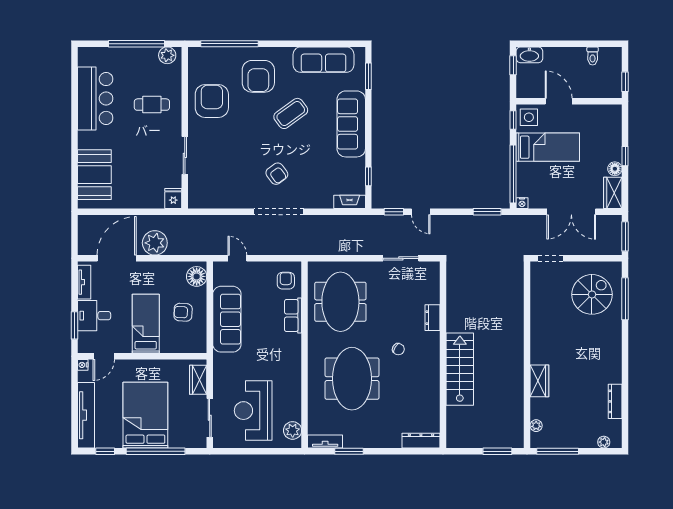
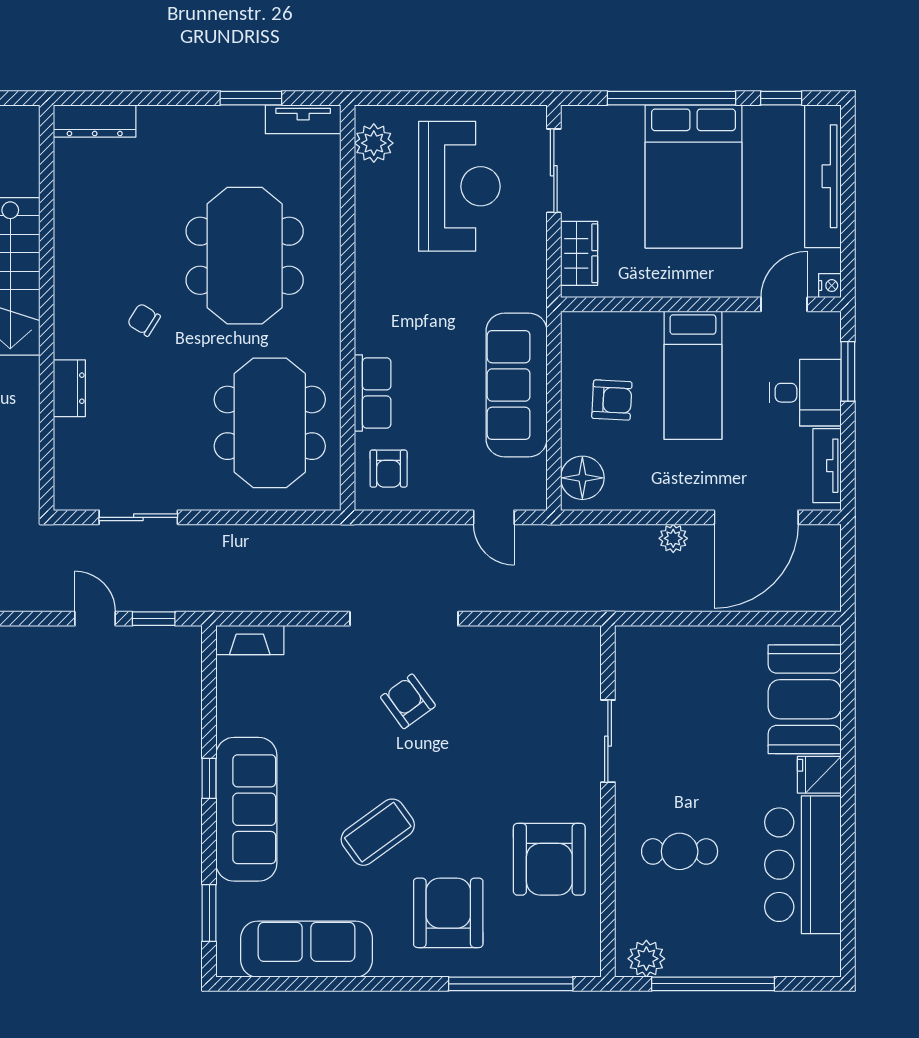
window: (368, 176) -> (209, 778), moved
fridge: (173, 198) -> (819, 775), moved, turned 90
plant: (155, 243) -> (673, 538), width x0.53, depth x0.53

